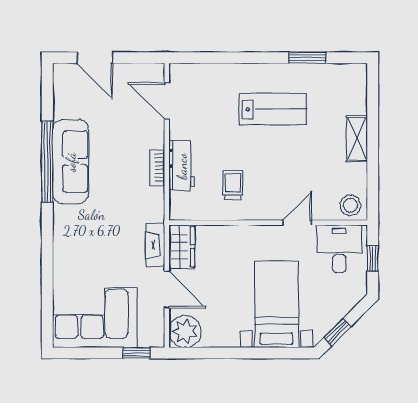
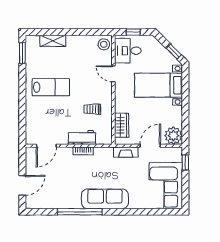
window: (307, 58) -> (22, 53), moved
lab bench: (273, 109) -> (51, 87), turned 90
shelving: (357, 139) -> (53, 41), moved
sofa: (71, 162) -> (105, 199), moved
wardrobe: (182, 247) -> (122, 125), moved, turned 90

